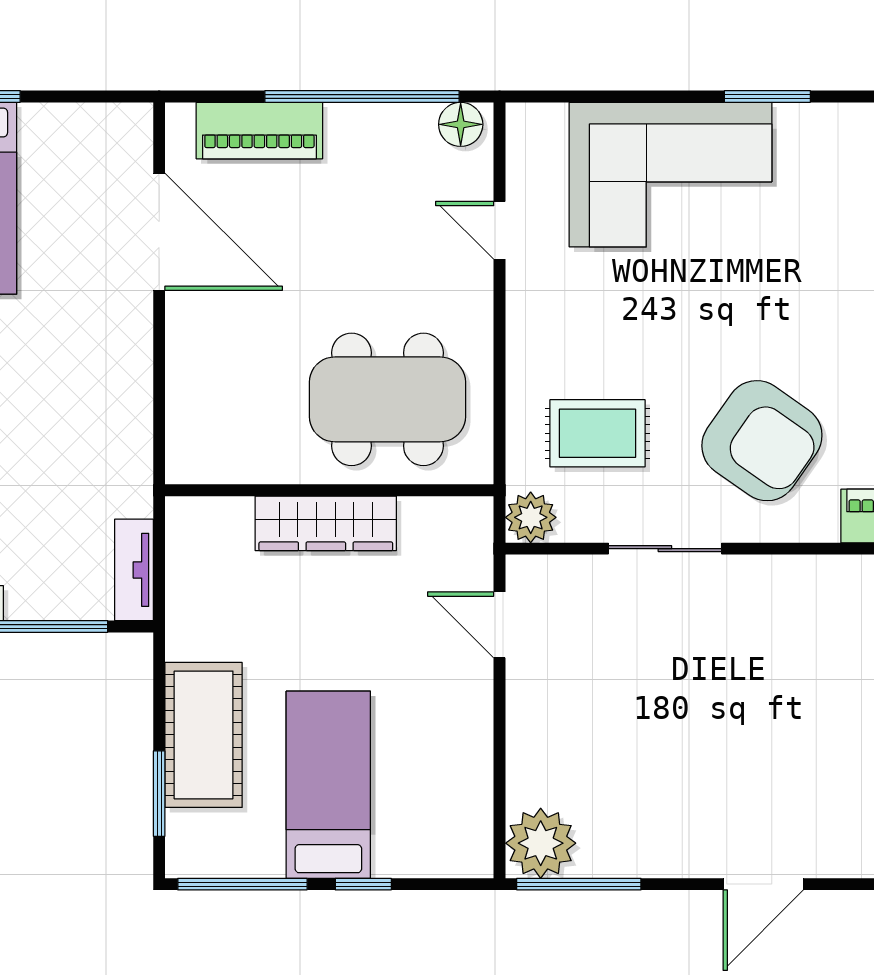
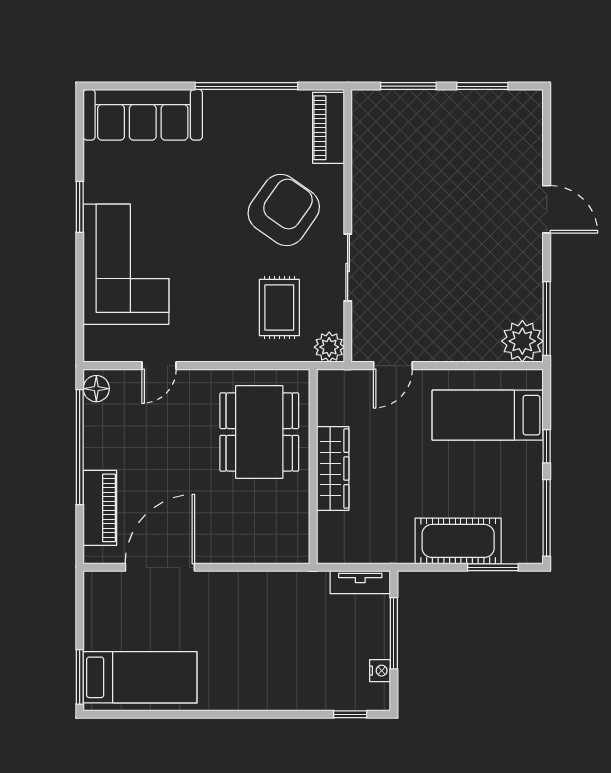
bed: (328, 785) -> (488, 415), moved

